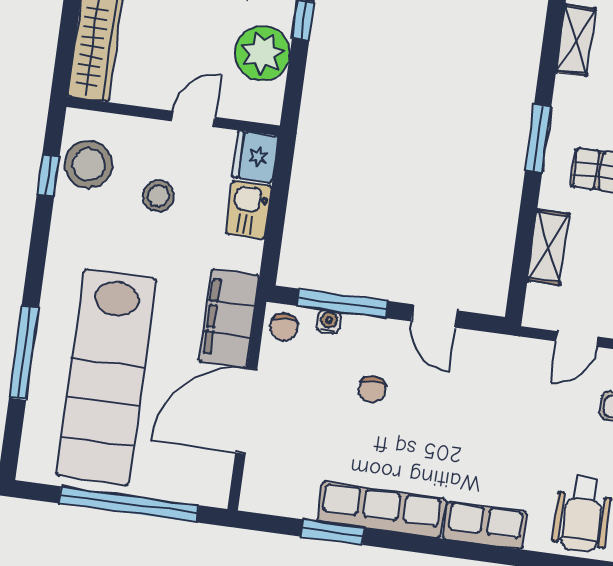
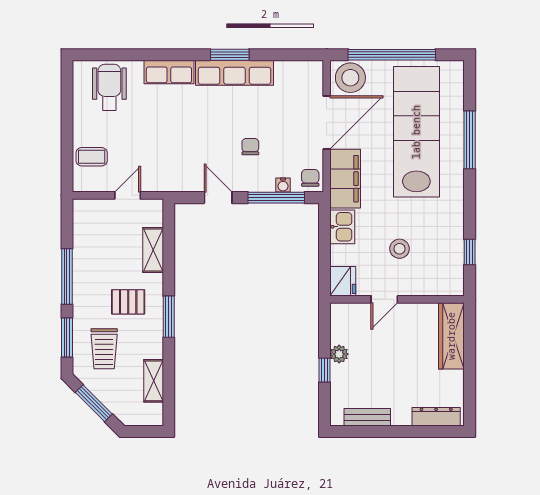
plant: (262, 53) -> (339, 354), width x0.53, depth x0.53
stool: (89, 164) -> (350, 78), moved
kitchen sink: (249, 210) -> (342, 227), moved
window: (333, 532) -> (230, 55), moved

